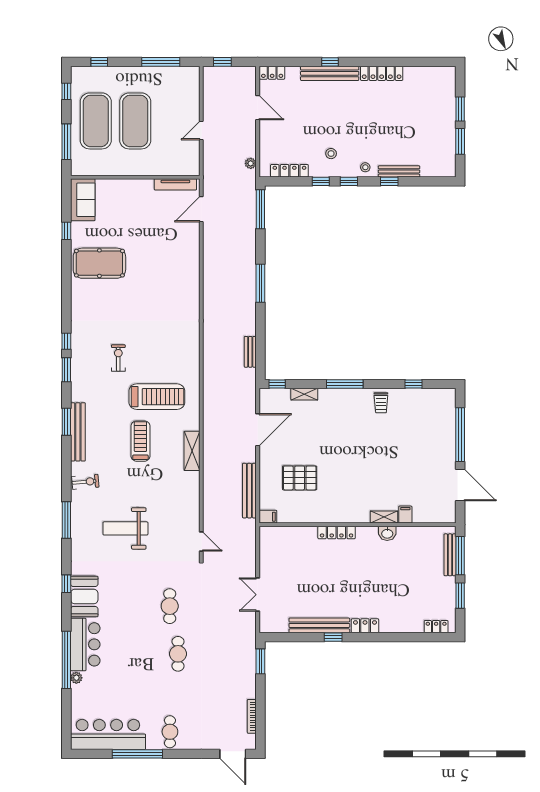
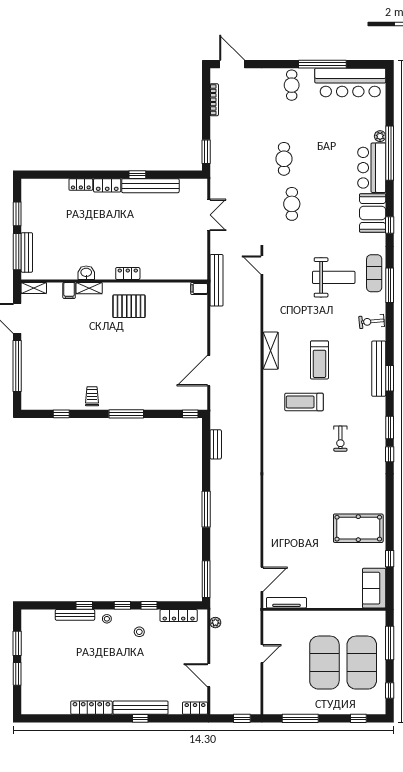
shelving: (304, 394) -> (34, 288), moved
treadmill: (157, 397) -> (304, 402), width x0.73, depth x0.73
pallet: (300, 478) -> (129, 306), moved
bench: (249, 491) -> (216, 280), moved
locker: (337, 532) -> (128, 274), width x0.66
exercise mat: (83, 533) -> (374, 273), added
locker: (436, 627) -> (81, 184), moved

